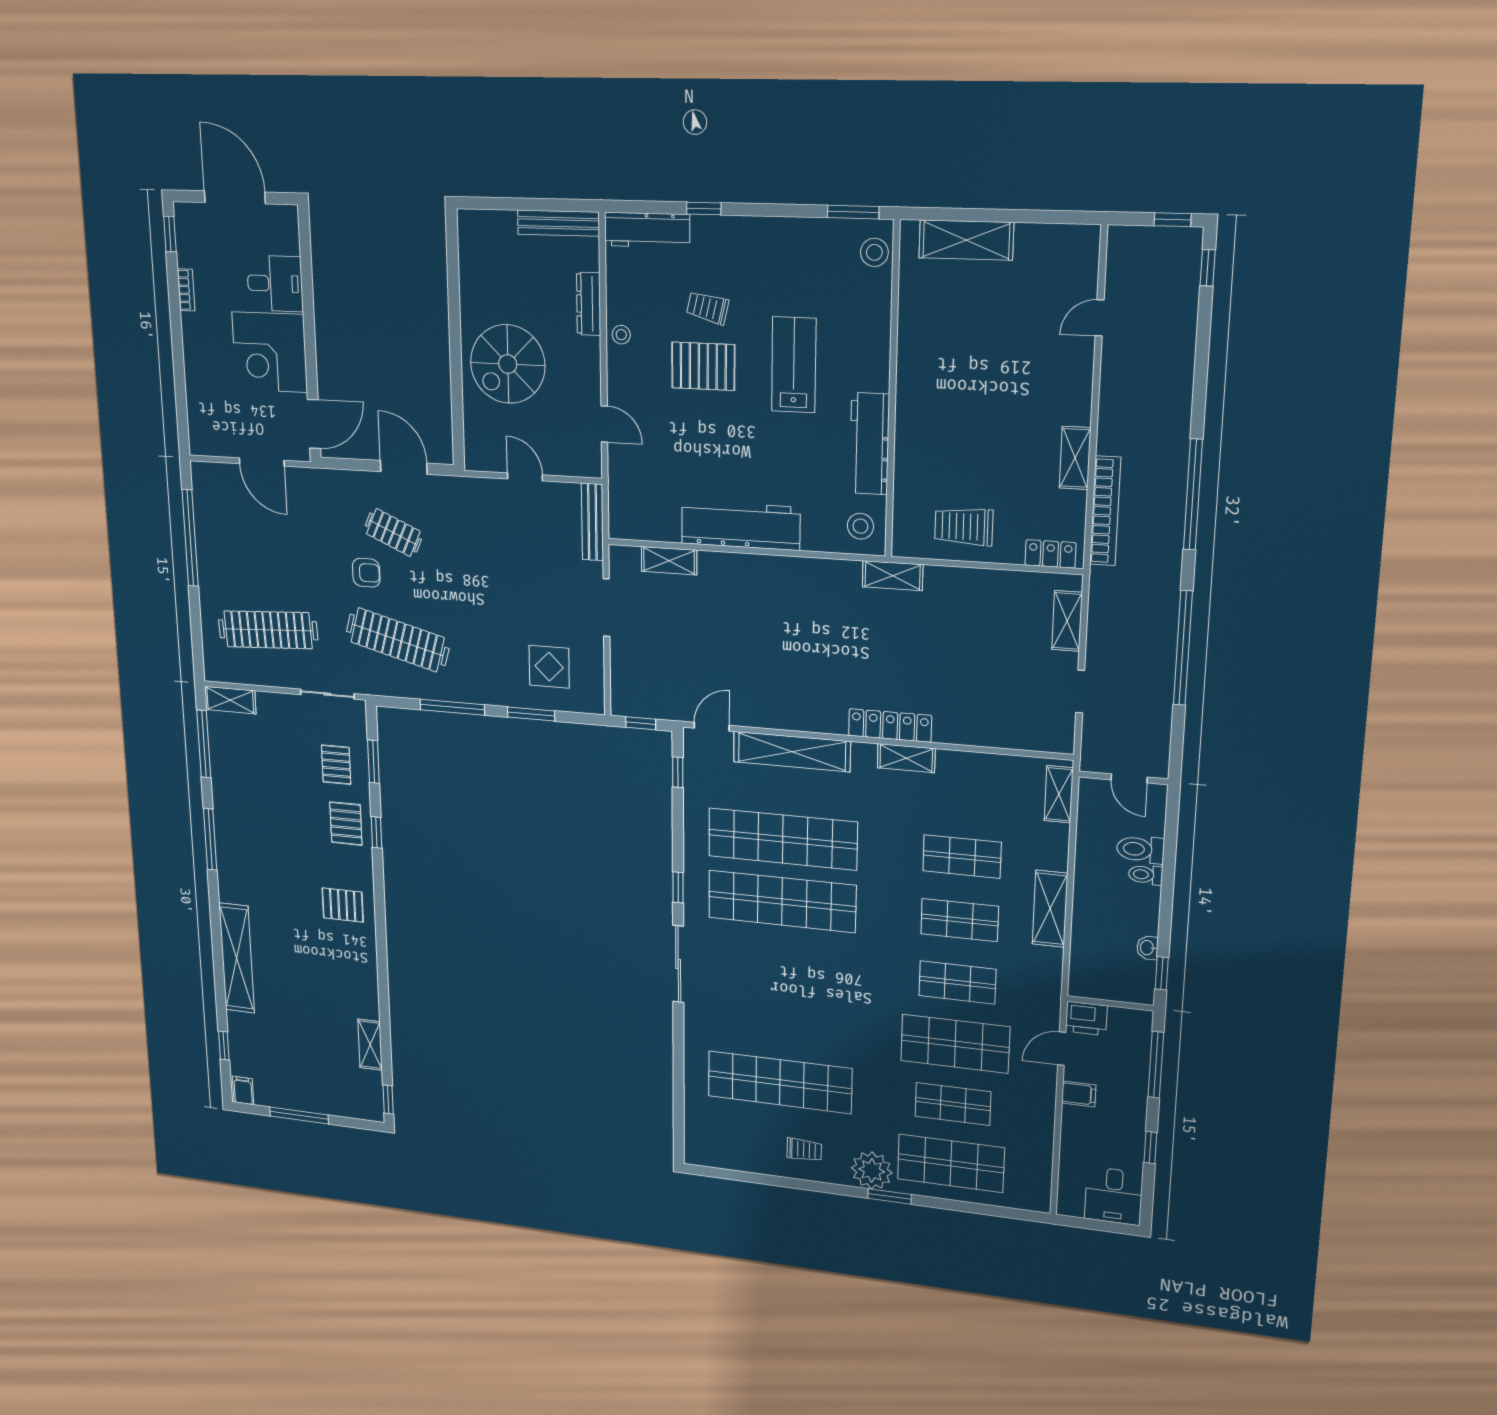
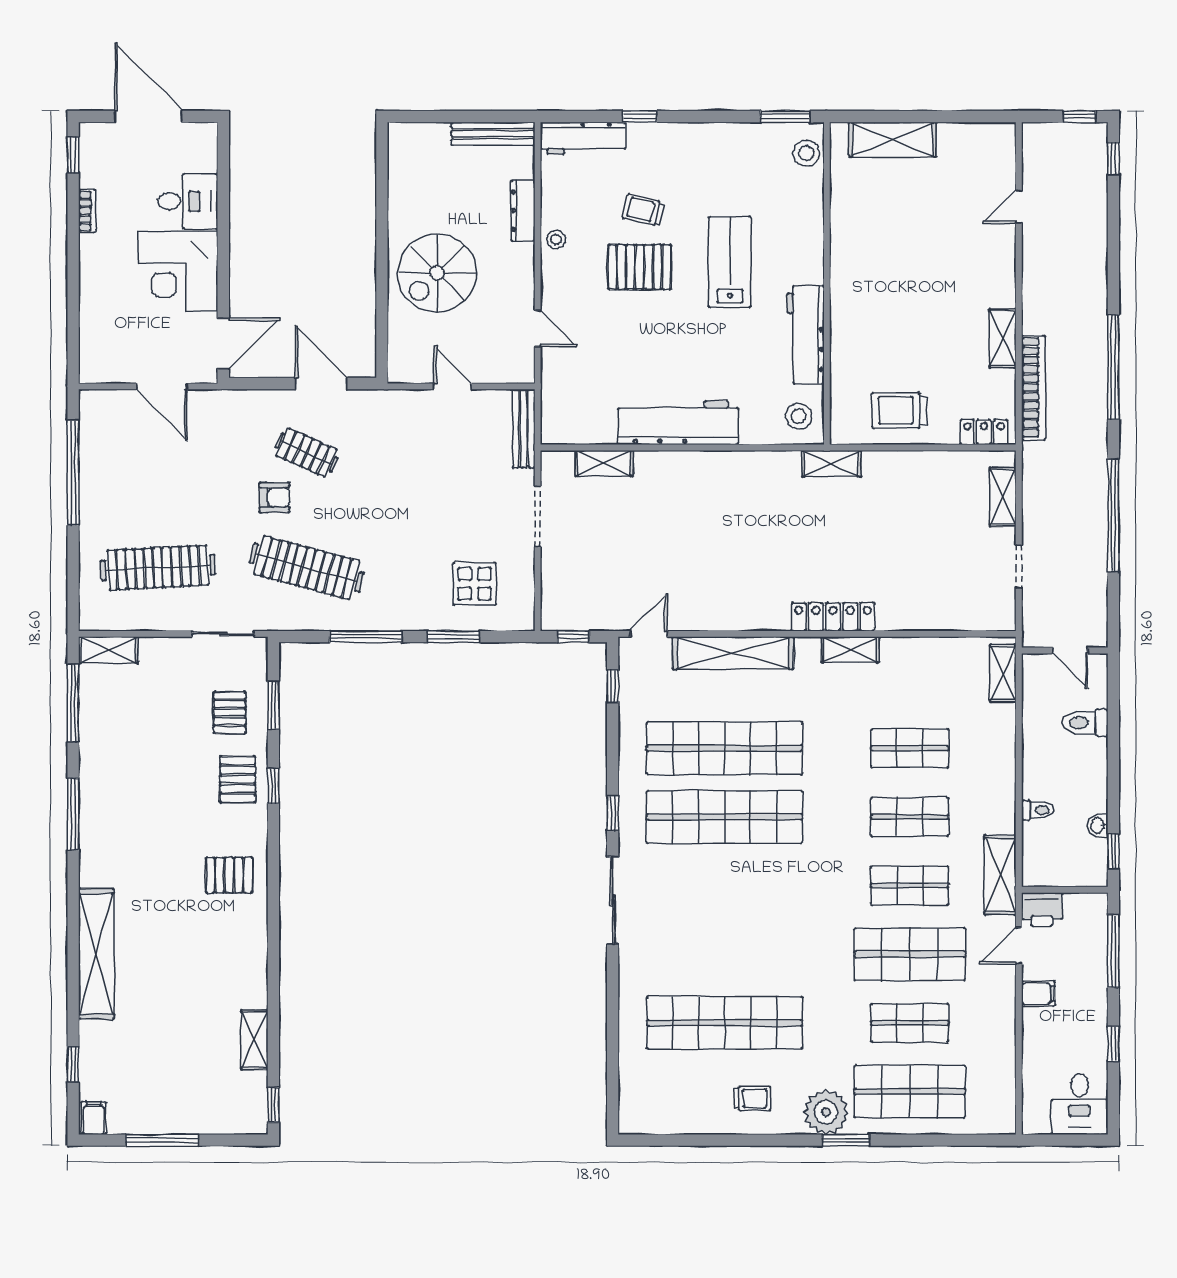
toilet: (1146, 875) -> (1038, 810), moved, turned 180
shelving: (1050, 909) -> (1000, 875), moved

